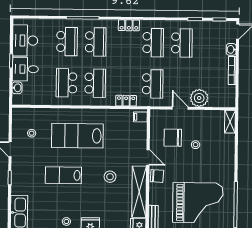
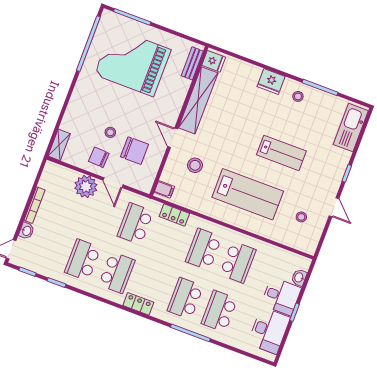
school desk: (153, 43) -> (117, 273), turned 180
chair: (157, 176) -> (99, 157), moved
stool: (110, 177) -> (195, 165), moved

